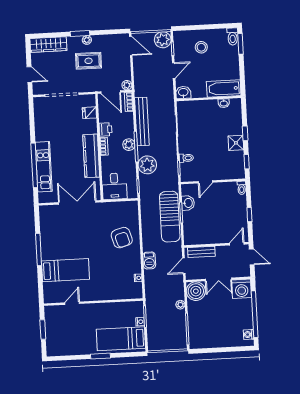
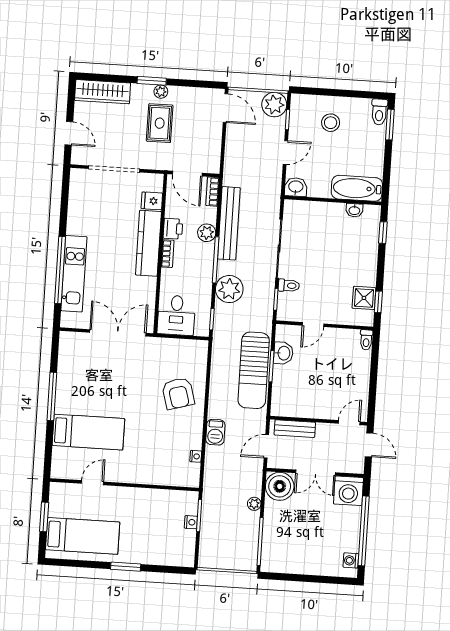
rug: (89, 61) -> (160, 123), turned 90
plant: (127, 85) -> (213, 166), removed
window: (245, 133) -> (383, 233), moved
shower: (236, 143) -> (364, 298), moved
plant: (129, 145) -> (207, 233), moved
kitchen counter: (91, 156) -> (148, 243), moved
window: (249, 215) -> (373, 381), removed
bed: (121, 339) -> (83, 536), moved, turned 180

